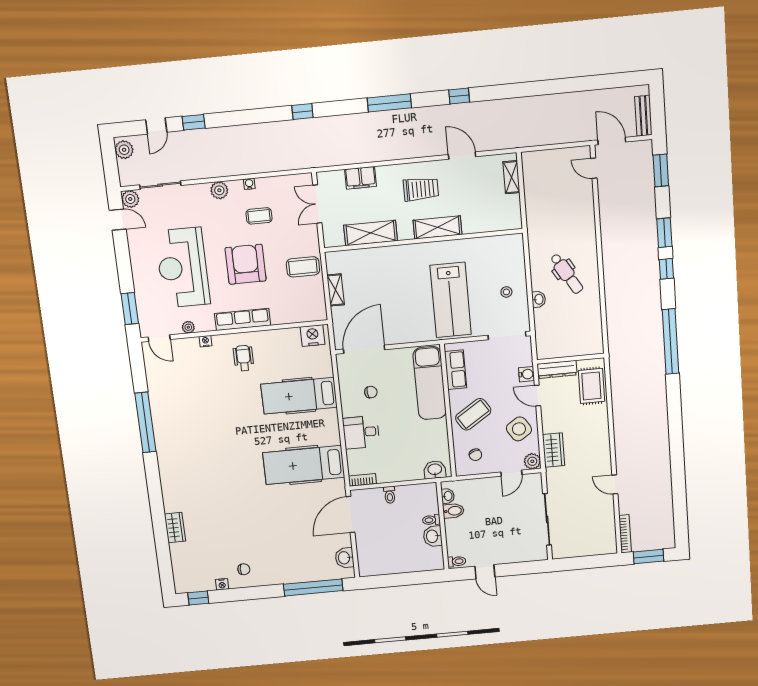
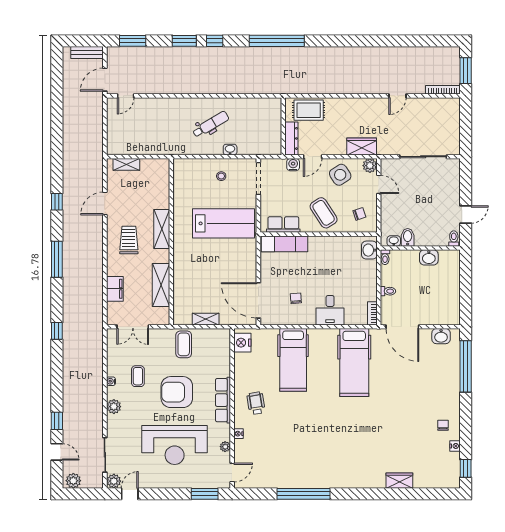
wheelchair: (244, 358) -> (256, 403), turned 81
exam couch: (430, 383) -> (284, 244), width x0.73, depth x0.69
toilet: (431, 520) -> (385, 257), moved

